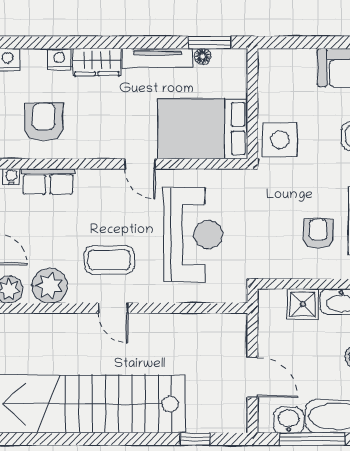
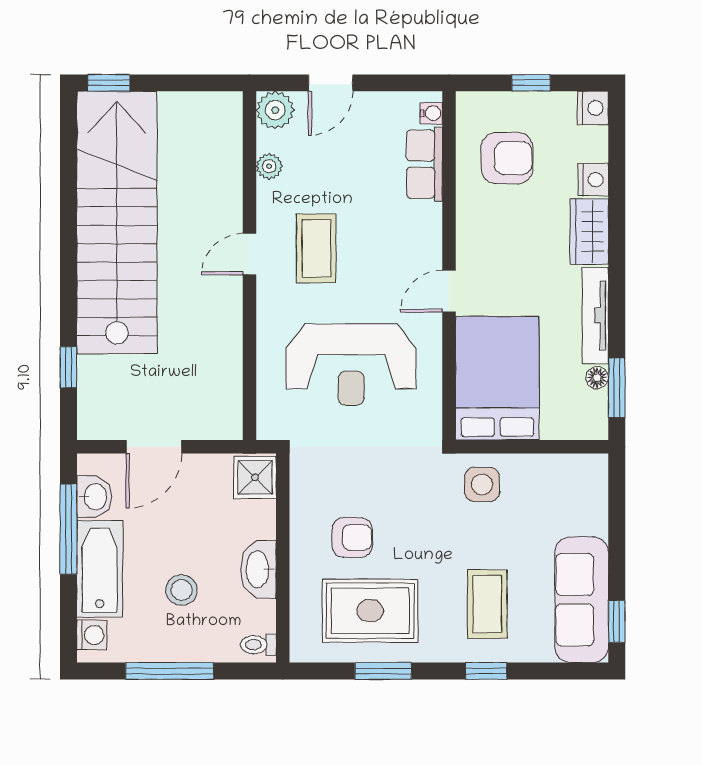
side table: (280, 140) -> (482, 484), width x0.73, depth x0.73
plant: (50, 286) -> (269, 166), width x0.53, depth x0.53
shower: (303, 304) -> (255, 477), moved

